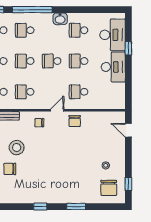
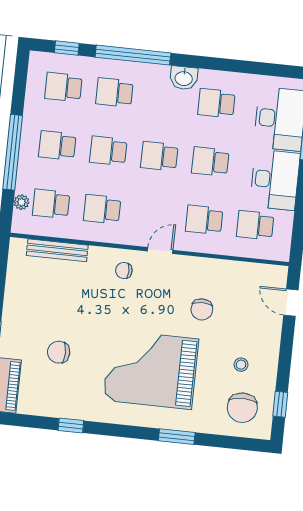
school desk: (105, 92) -> (255, 225), added
chair: (75, 121) -> (202, 309), moved
stool: (17, 148) -> (76, 313), removed
grand piano: (59, 173) -> (151, 370), added
window: (40, 207) -> (71, 425), moved

